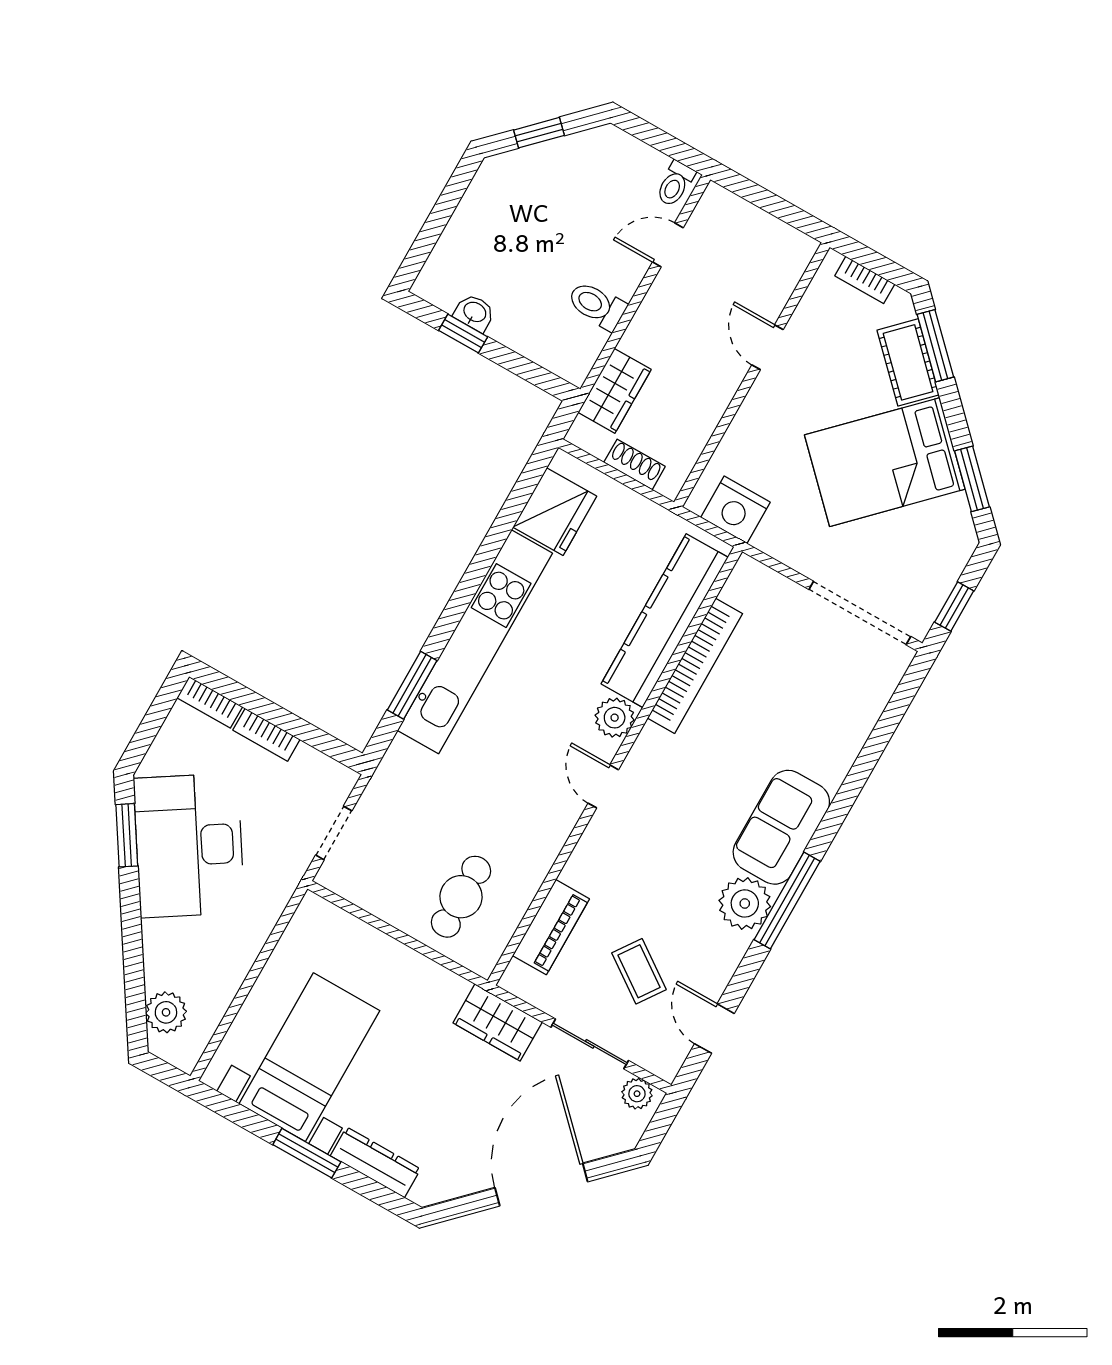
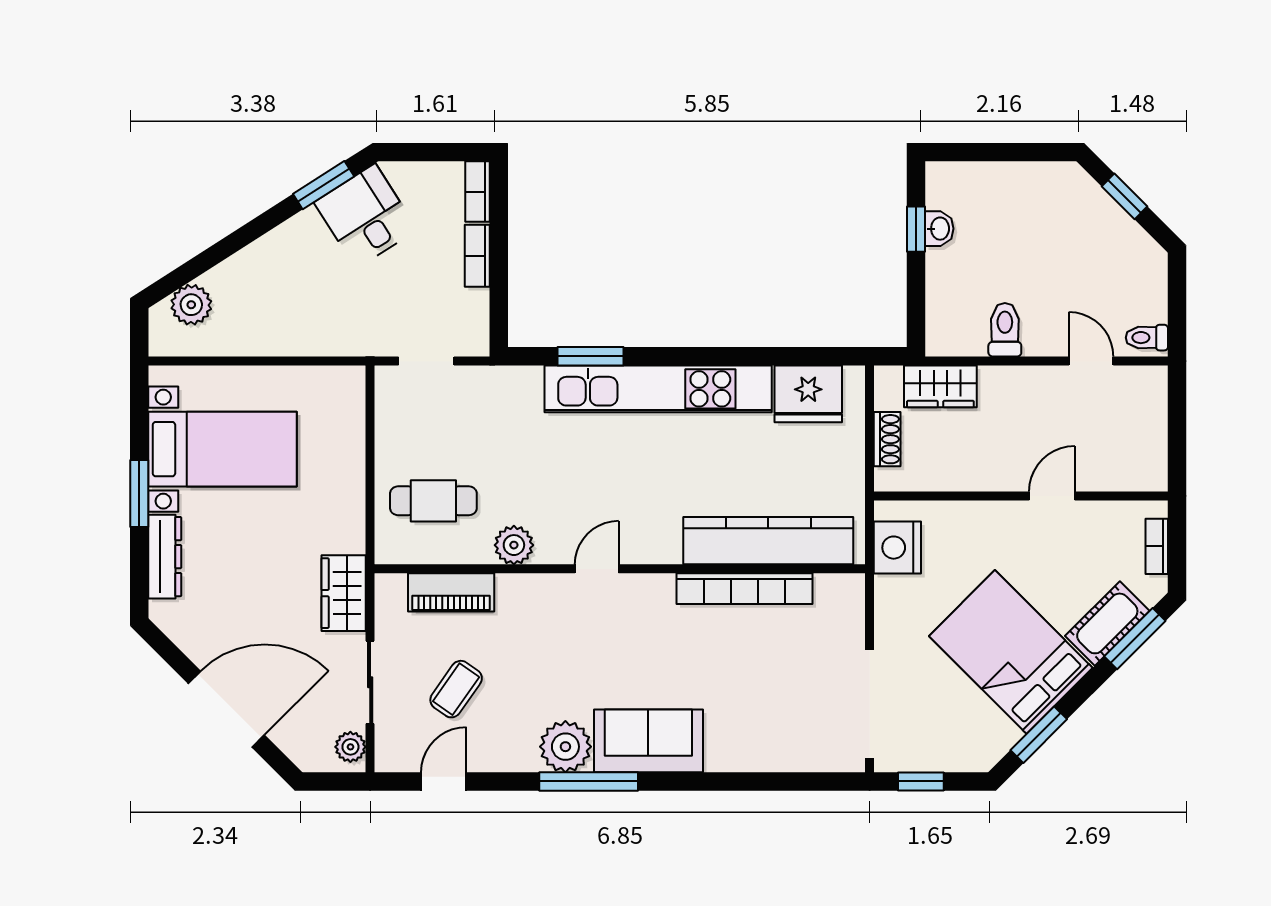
plant: (615, 718) -> (514, 545), moved
desk: (189, 845) -> (366, 216), width x0.53, depth x0.77

